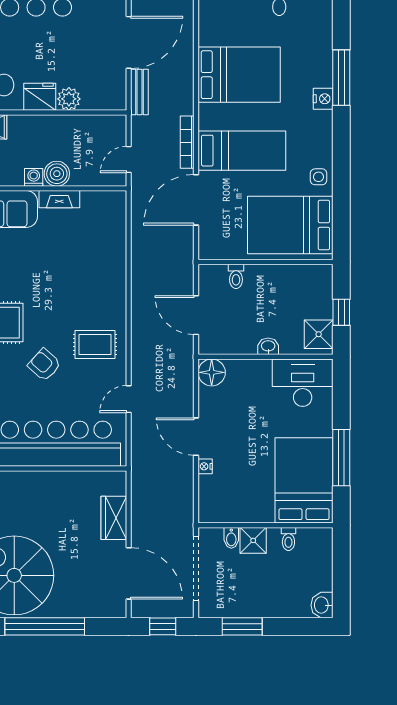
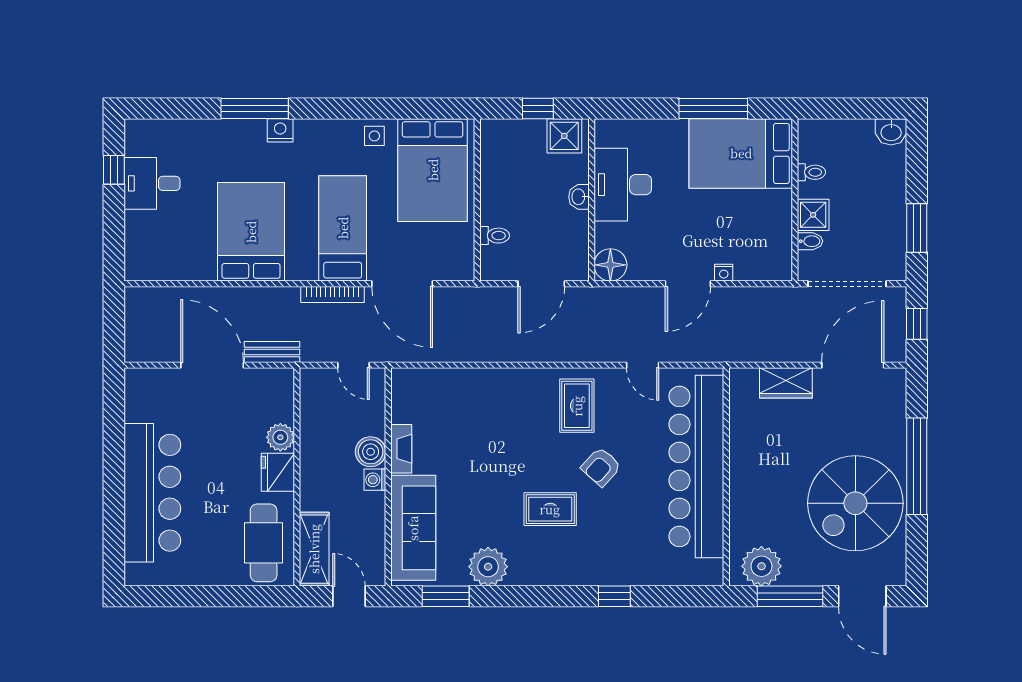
desk: (303, 383) -> (623, 185), moved

